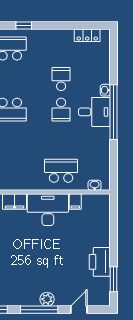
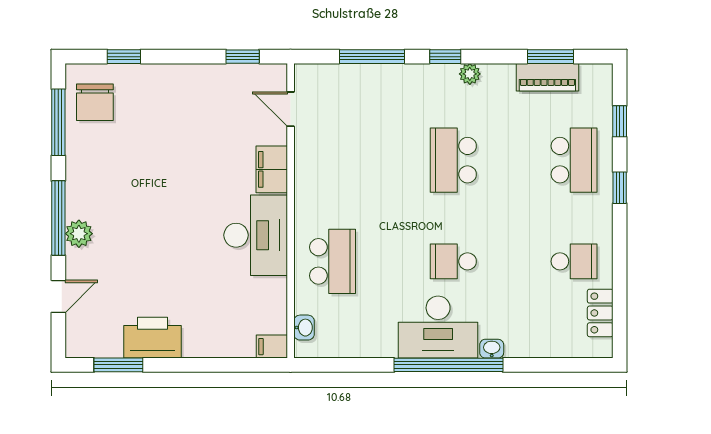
school desk: (61, 79) -> (574, 261), moved
desk: (94, 112) -> (438, 327), width x1.37
filing cabinet: (75, 202) -> (272, 347), moved
door: (79, 310) -> (58, 296), hinge flipped

